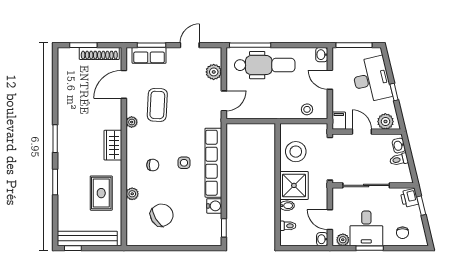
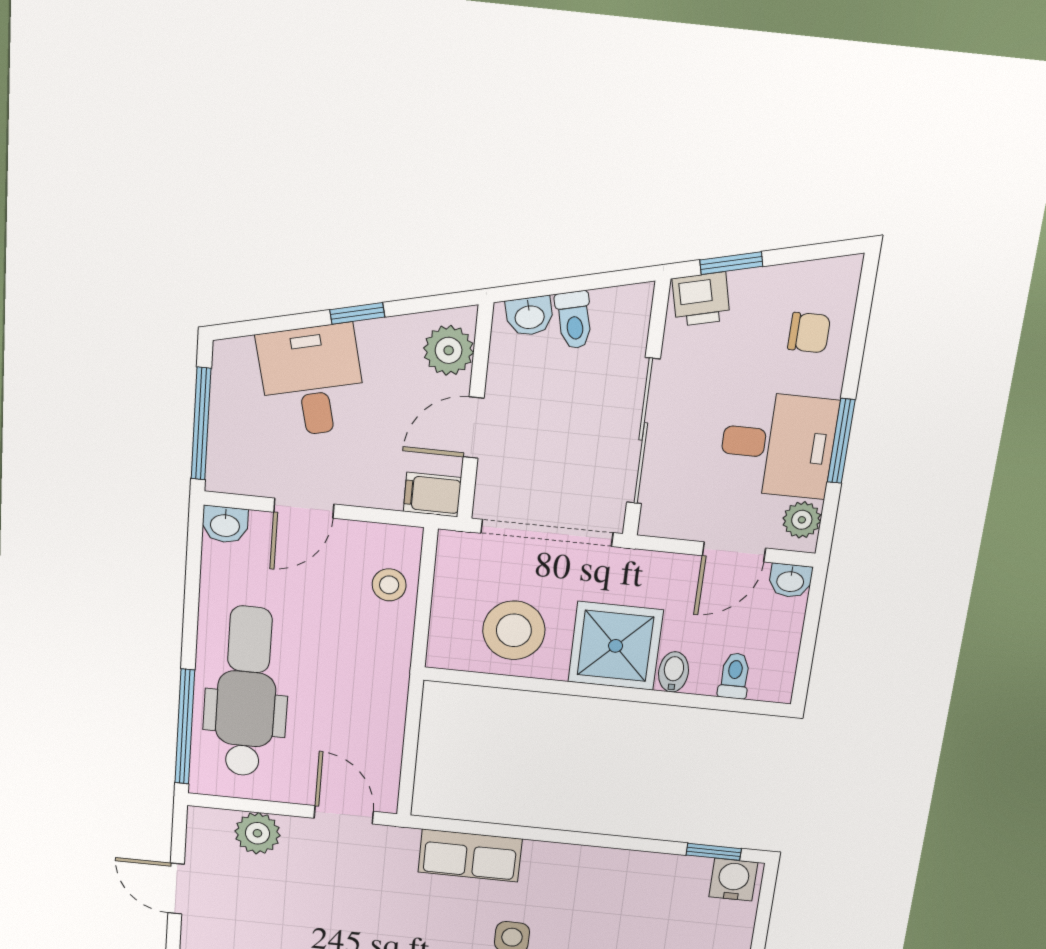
desk: (371, 79) -> (312, 381), width x0.73
row of seats: (213, 163) -> (470, 855), width x0.50
water cooler: (214, 206) -> (733, 880), moved

